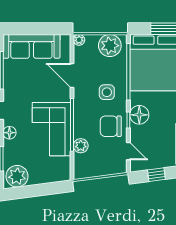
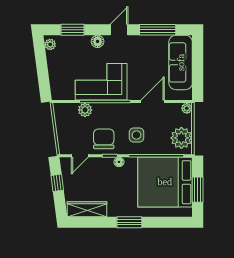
floor lamp: (139, 115) -> (119, 162), width x0.53, depth x0.53
plant: (17, 176) -> (50, 44), width x0.53, depth x0.53

